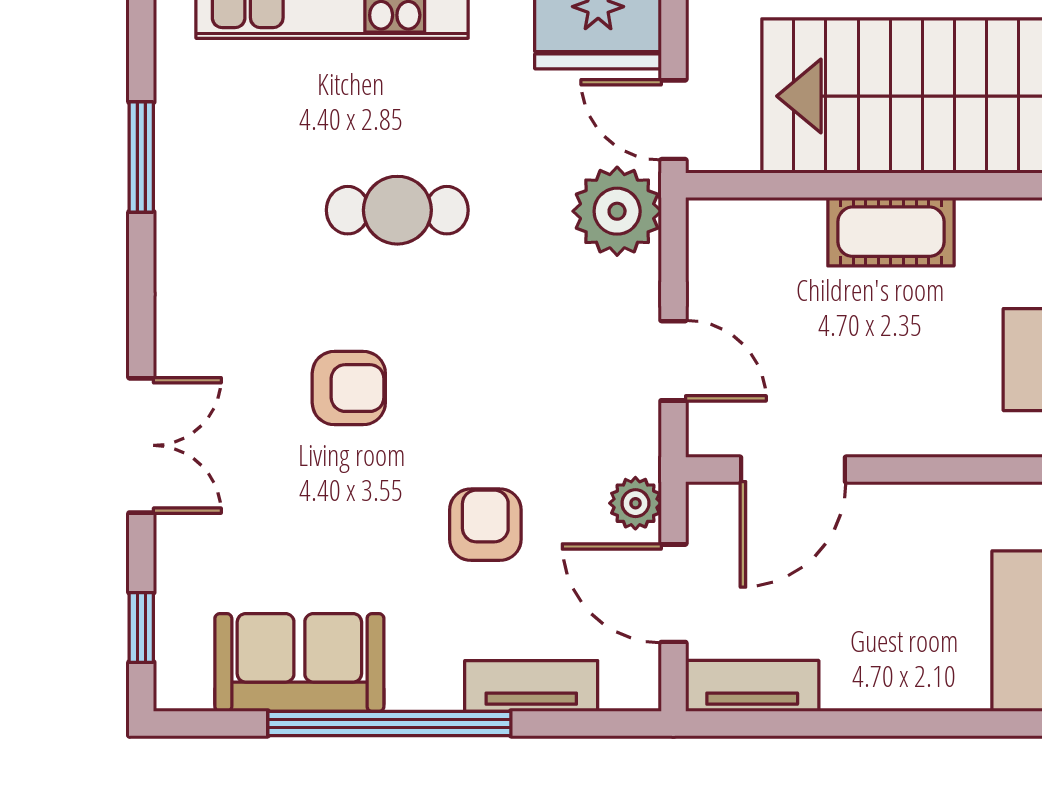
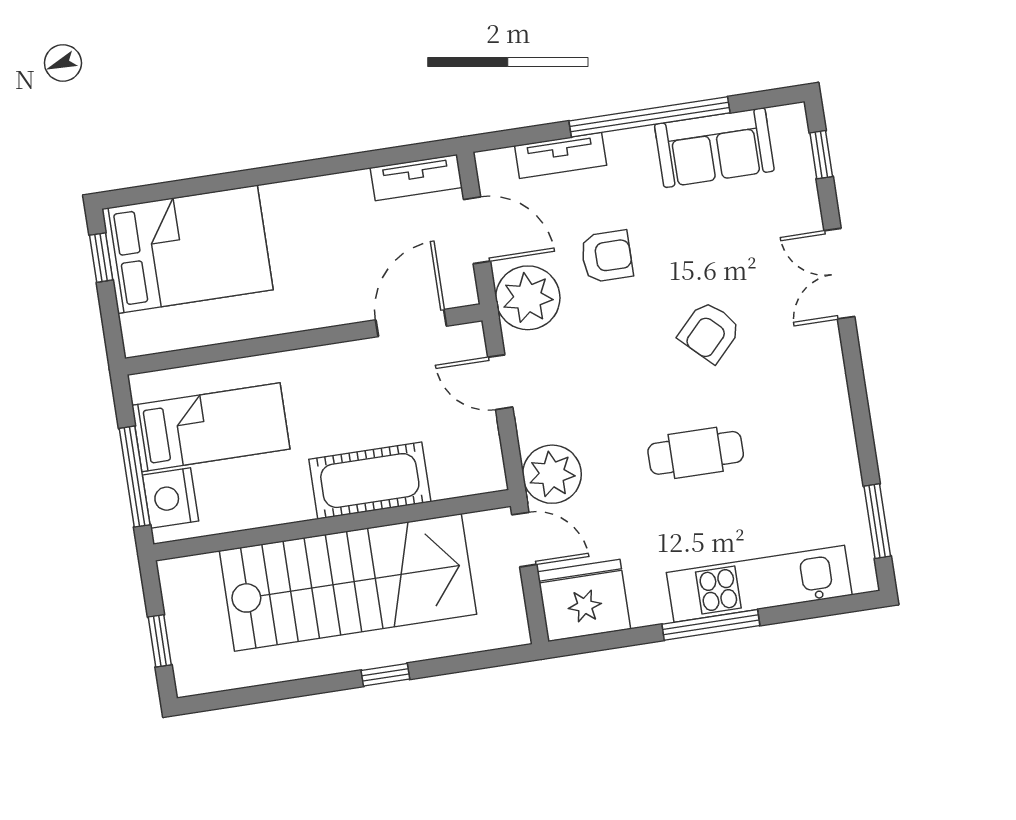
window: (141, 157) -> (877, 521), moved
cot: (891, 232) -> (370, 481), width x1.37, depth x1.34
armchair: (349, 388) -> (710, 332), turned -46
plant: (635, 503) -> (528, 298), width x1.88, depth x1.88
armchair: (485, 525) -> (607, 256), turned -90

